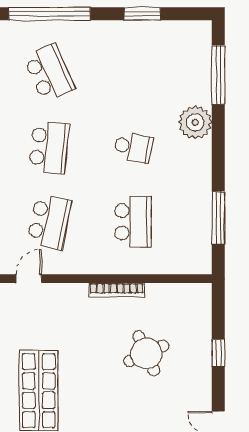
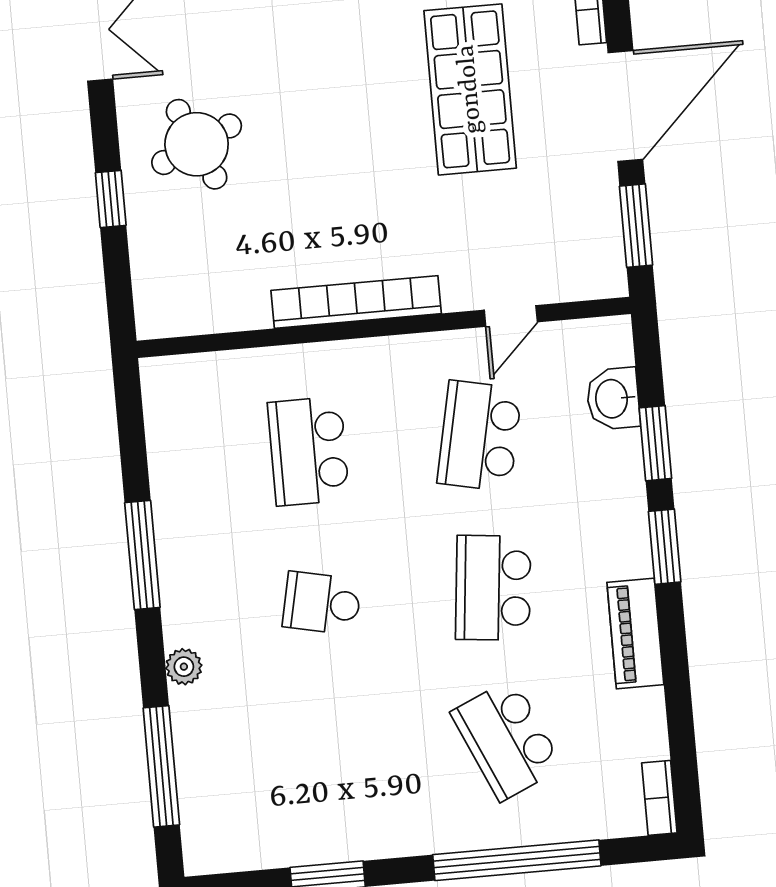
plant: (195, 122) -> (184, 667), width x0.53, depth x0.53
window: (218, 218) -> (142, 555), moved
bookcase: (117, 290) -> (356, 302), width x1.48, depth x1.31
round table: (146, 353) -> (197, 144), moved

